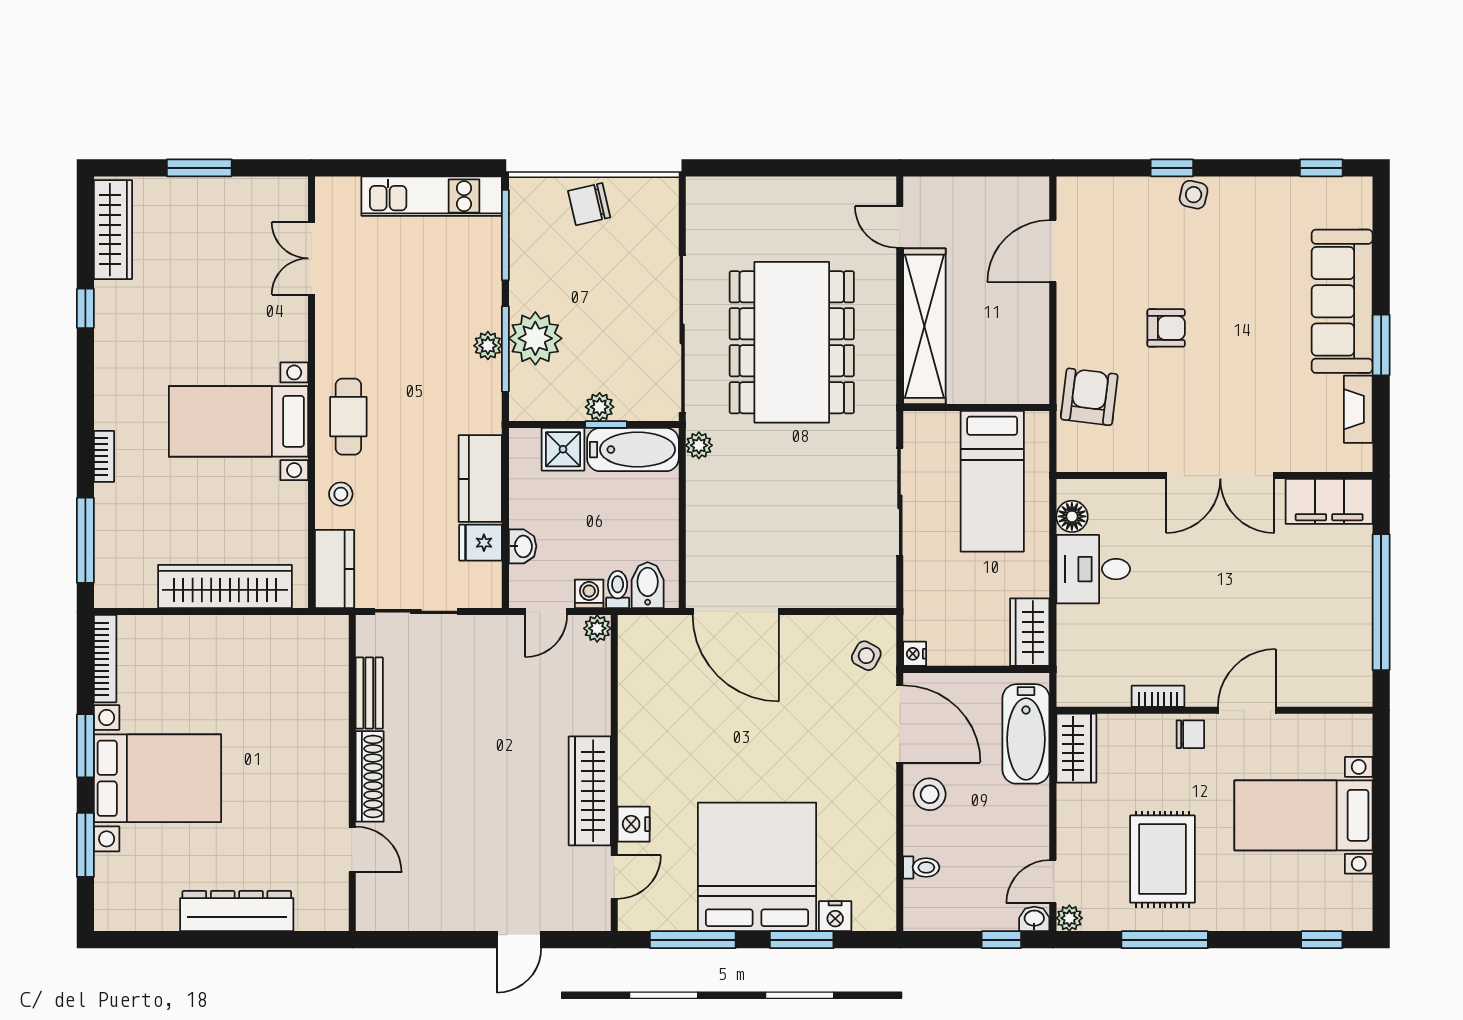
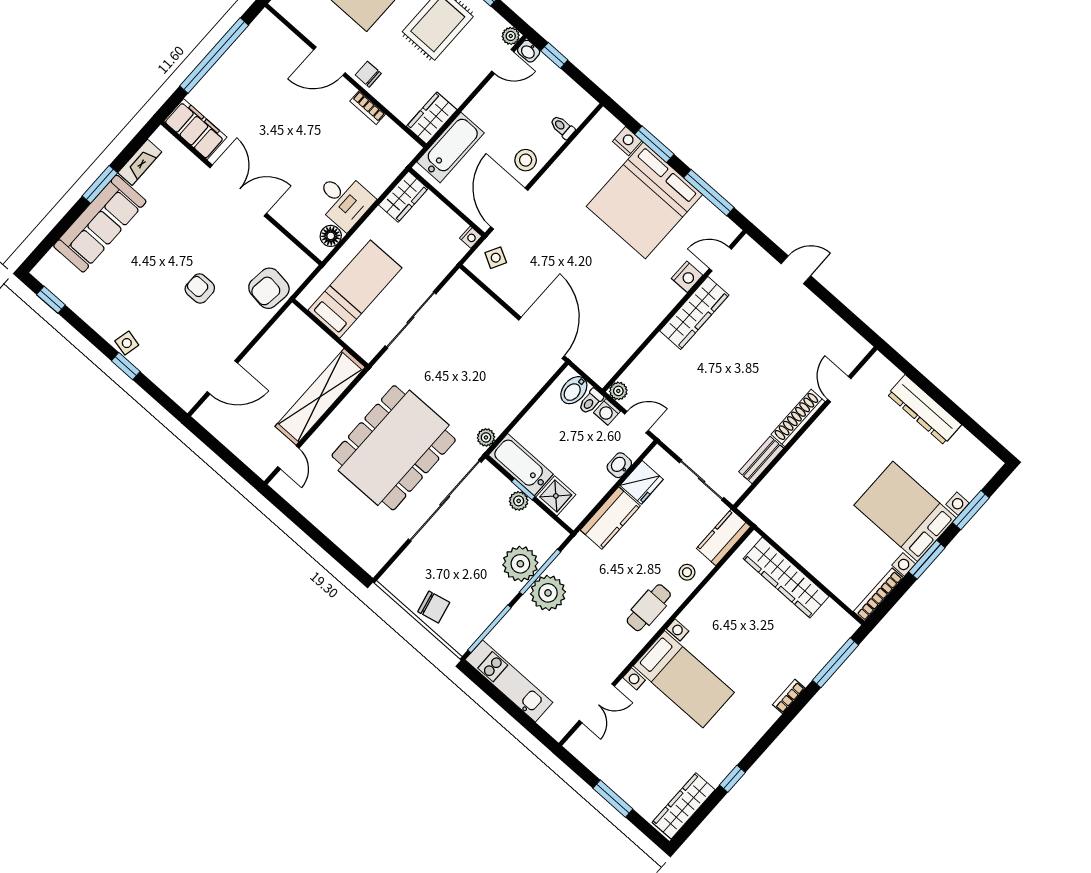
plant: (488, 346) -> (548, 593), width x1.88, depth x1.88
bed with nightstands: (238, 421) -> (684, 679), moved
fridge: (481, 543) -> (642, 482), width x1.38

